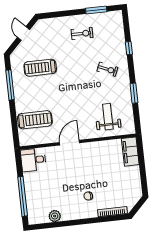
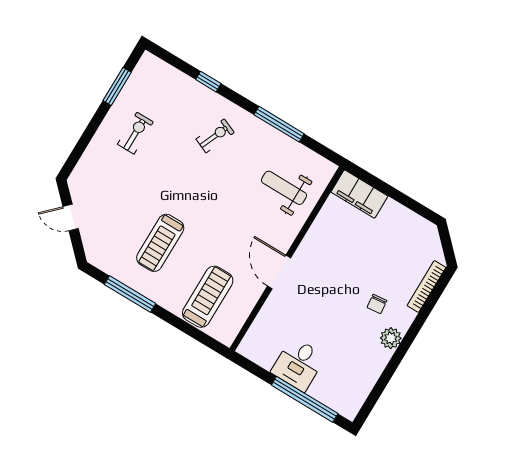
treadmill: (40, 68) -> (160, 243), moved
window: (134, 93) -> (279, 124), width x1.44
desk: (33, 160) -> (298, 364), moved
plant: (55, 216) -> (391, 338), moved

